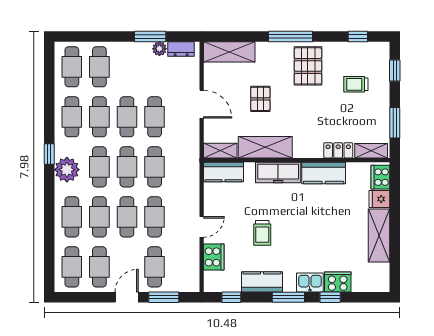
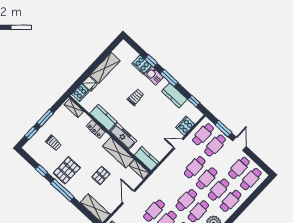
window: (358, 36) -> (42, 171), moved
window: (395, 123) -> (45, 118), moved
locker: (338, 150) -> (96, 129), moved
cafe table: (155, 167) -> (203, 134), moved
trolley: (262, 233) -> (136, 97), moved
door: (127, 297) -> (239, 144), swing flipped

